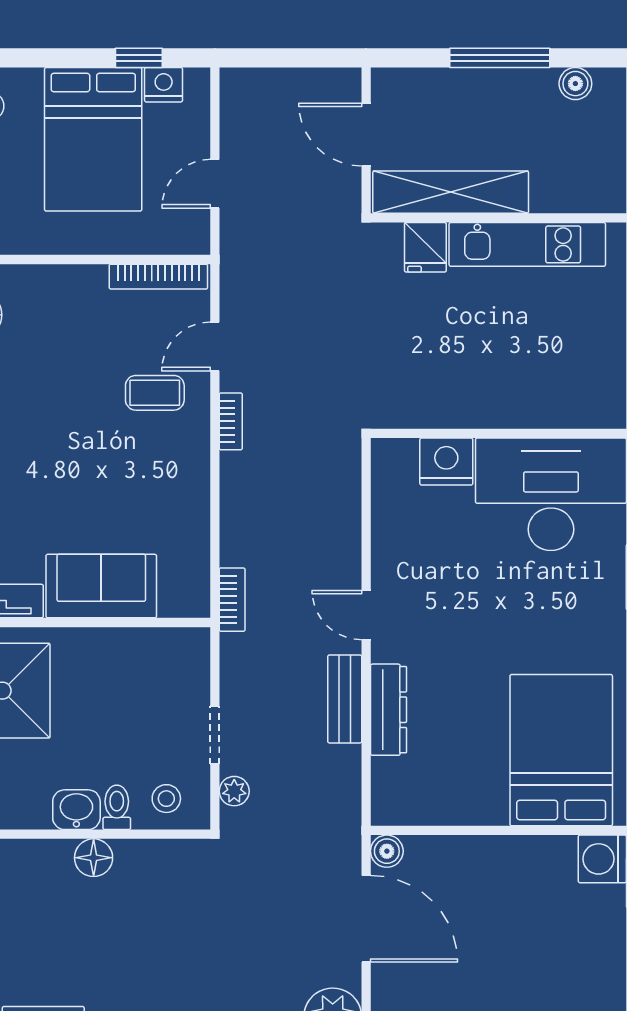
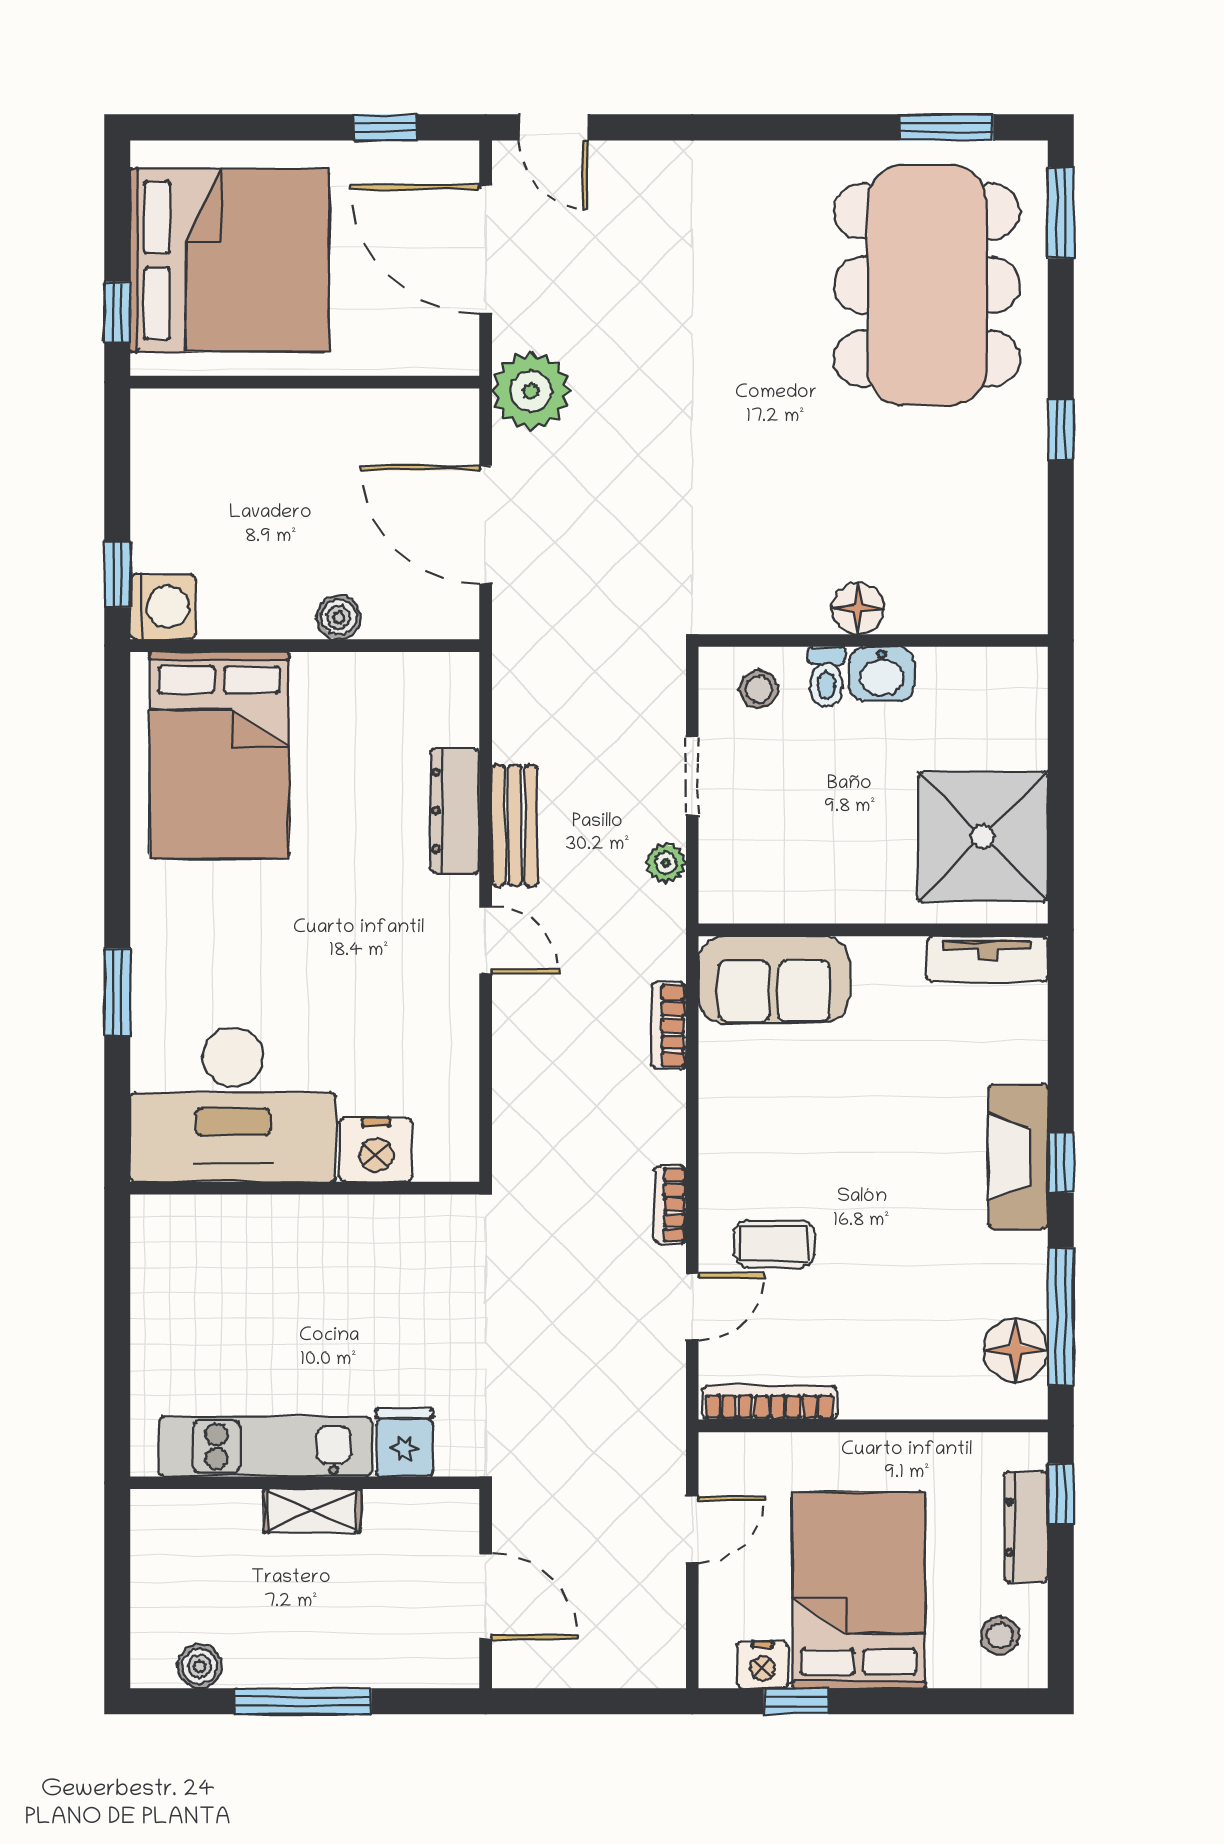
shelving: (451, 192) -> (312, 1511), width x0.45, depth x0.75
sofa: (101, 586) -> (774, 980), moved
bookcase: (232, 600) -> (669, 1026), moved
plant: (234, 791) -> (666, 863), moved
boiler: (387, 851) -> (339, 617), moved

